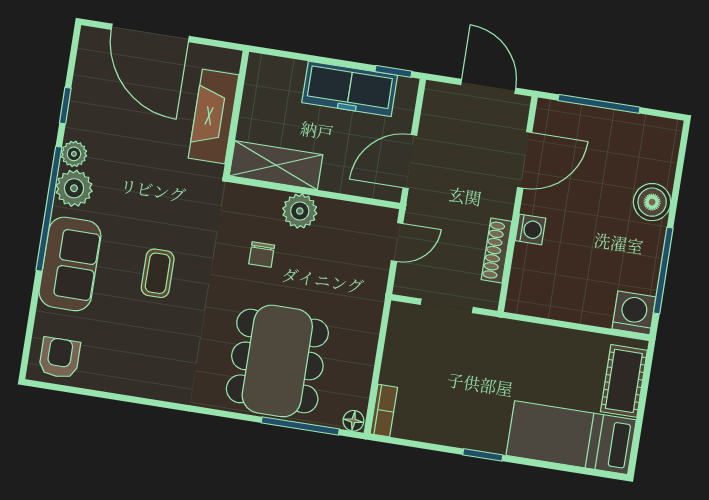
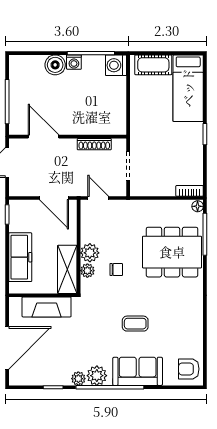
freezer: (350, 89) -> (20, 257), moved
plant: (268, 202) -> (87, 271), added
washing machine: (531, 229) -> (74, 62), moved, turned 180

